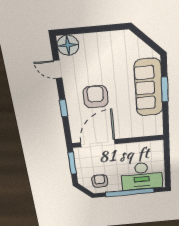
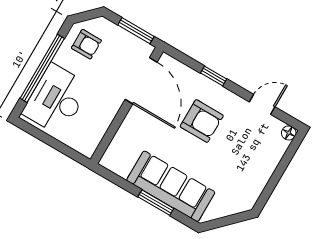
floor lamp: (68, 45) -> (289, 133), width x0.53, depth x0.53

